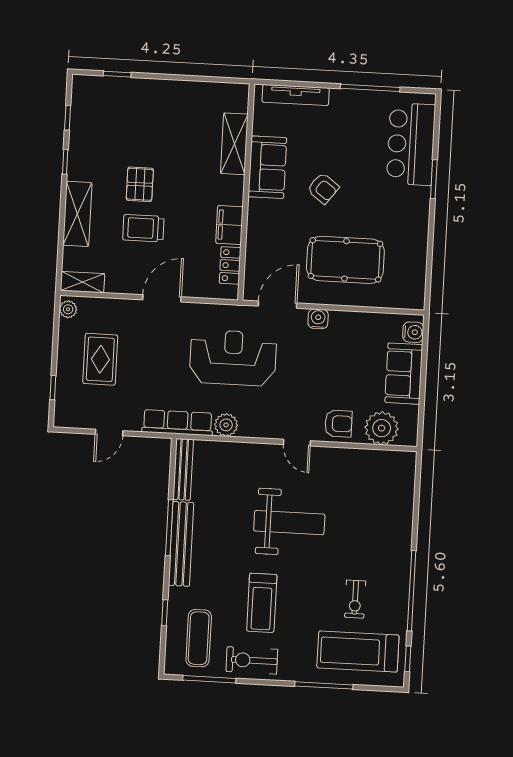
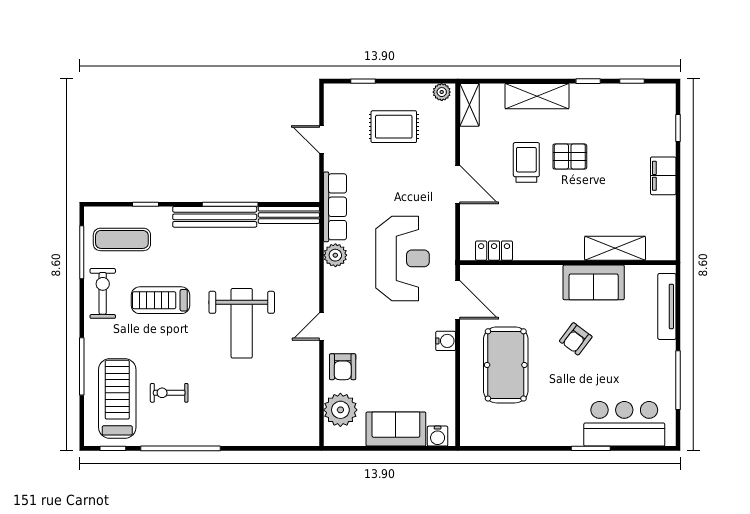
filing cabinet: (229, 225) -> (663, 176), moved, turned -90

